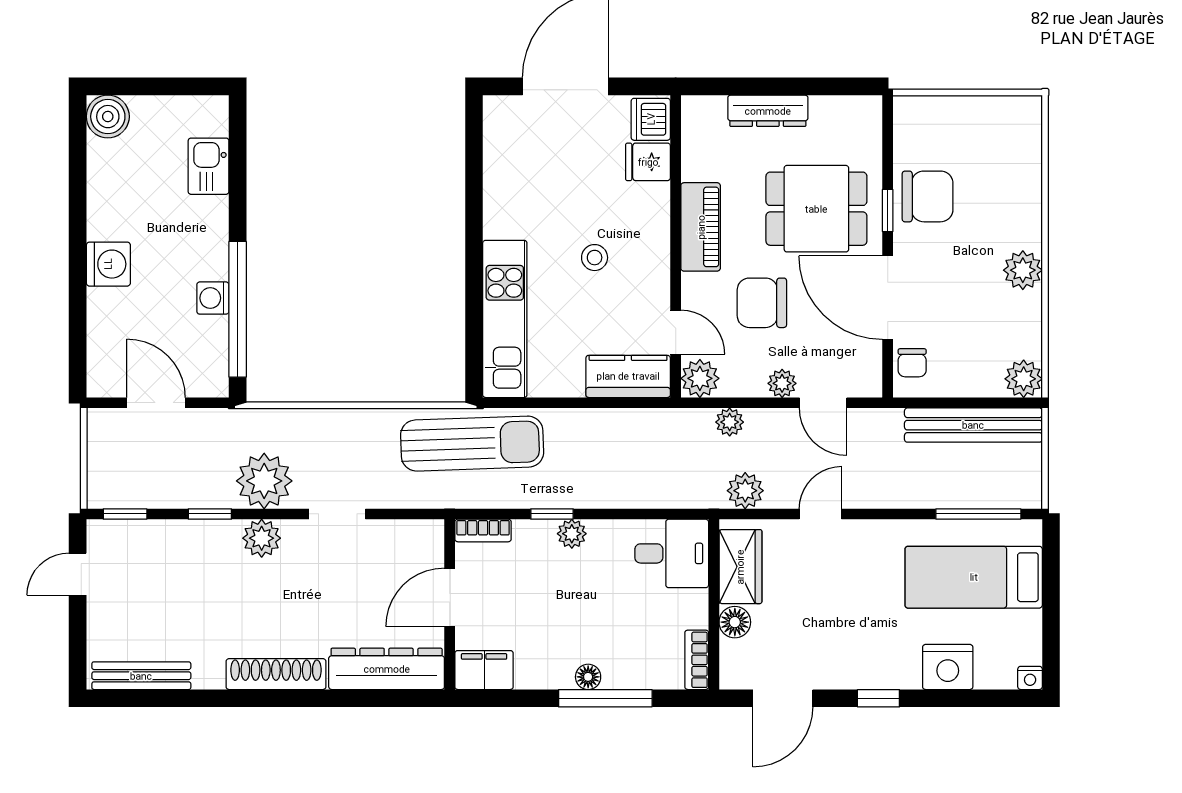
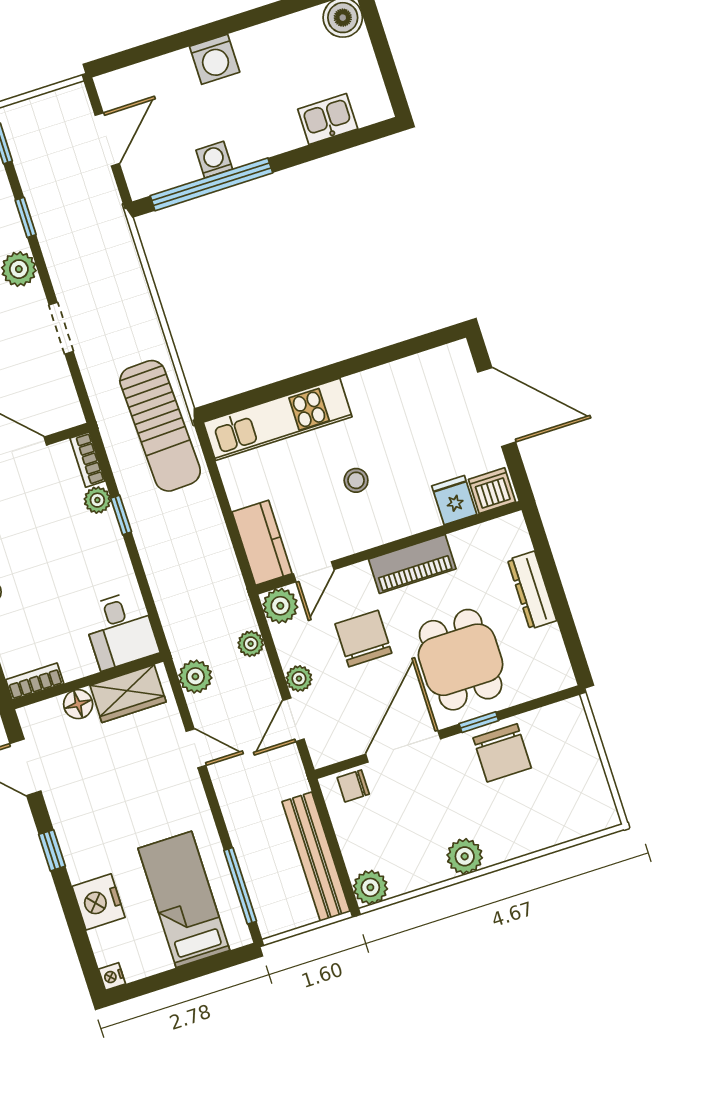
plant: (264, 481) -> (69, 255), removed
plant: (572, 534) -> (97, 500), moved

